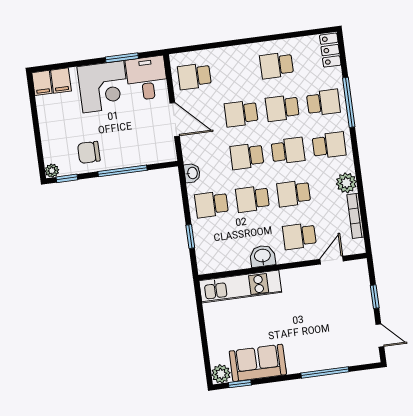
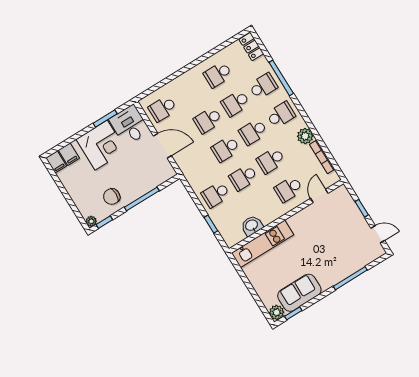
school desk: (288, 151) -> (253, 132), turned 180
washbasin: (192, 173) -> (192, 178), removed
washbasin: (262, 256) -> (252, 226), moved

